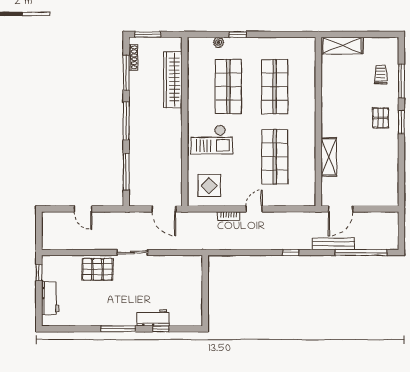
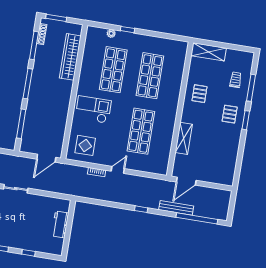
pallet: (339, 99) -> (200, 94), added
checkout: (212, 140) -> (93, 109), turned 180
door: (164, 209) -> (46, 158), hinge flipped
workbench: (153, 318) -> (60, 224), moved, turned -90

